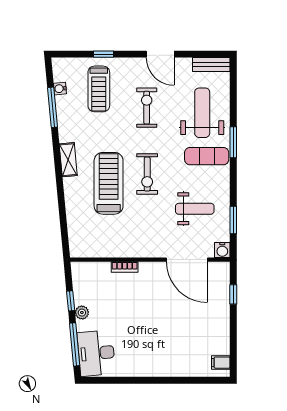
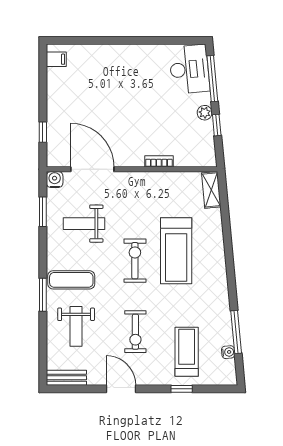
weight bench: (202, 113) -> (76, 326), width x0.73, depth x0.75
shelving: (68, 160) -> (211, 190), moved

